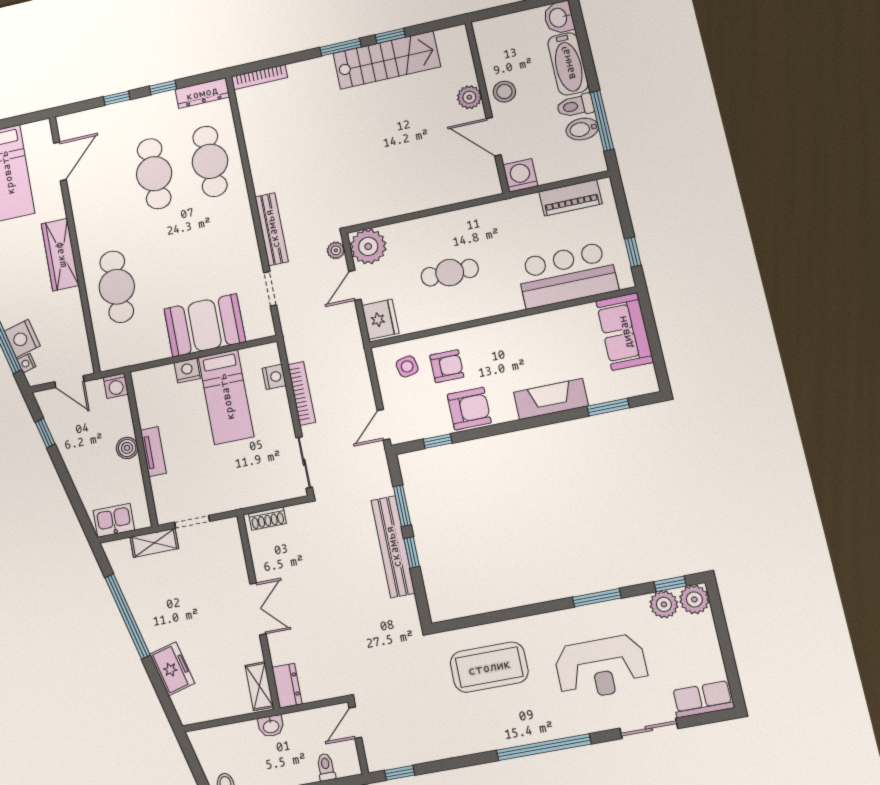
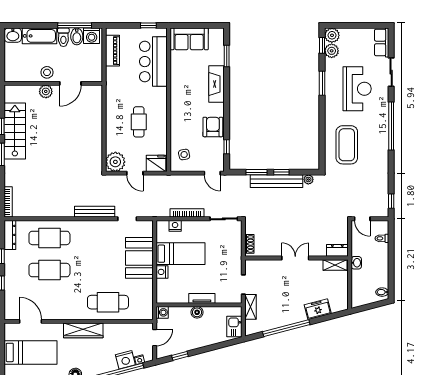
washing machine: (520, 175) -> (92, 36), moved, turned -90
plant: (336, 250) -> (308, 179), moved
armchair: (447, 366) -> (188, 134), removed

